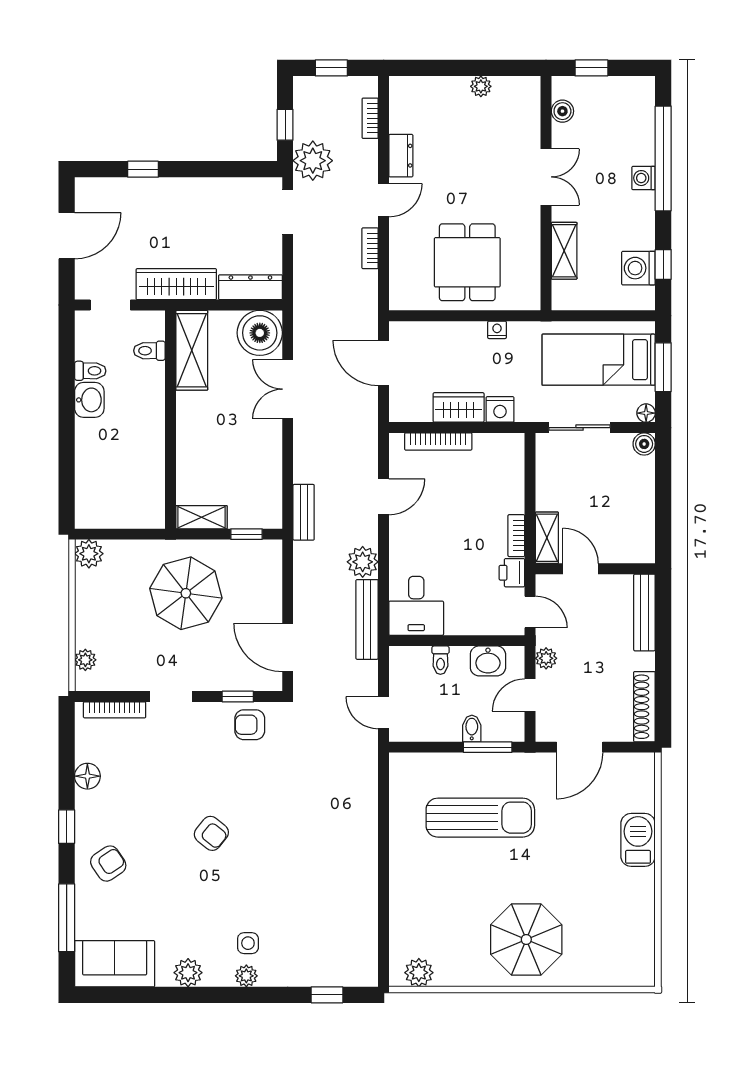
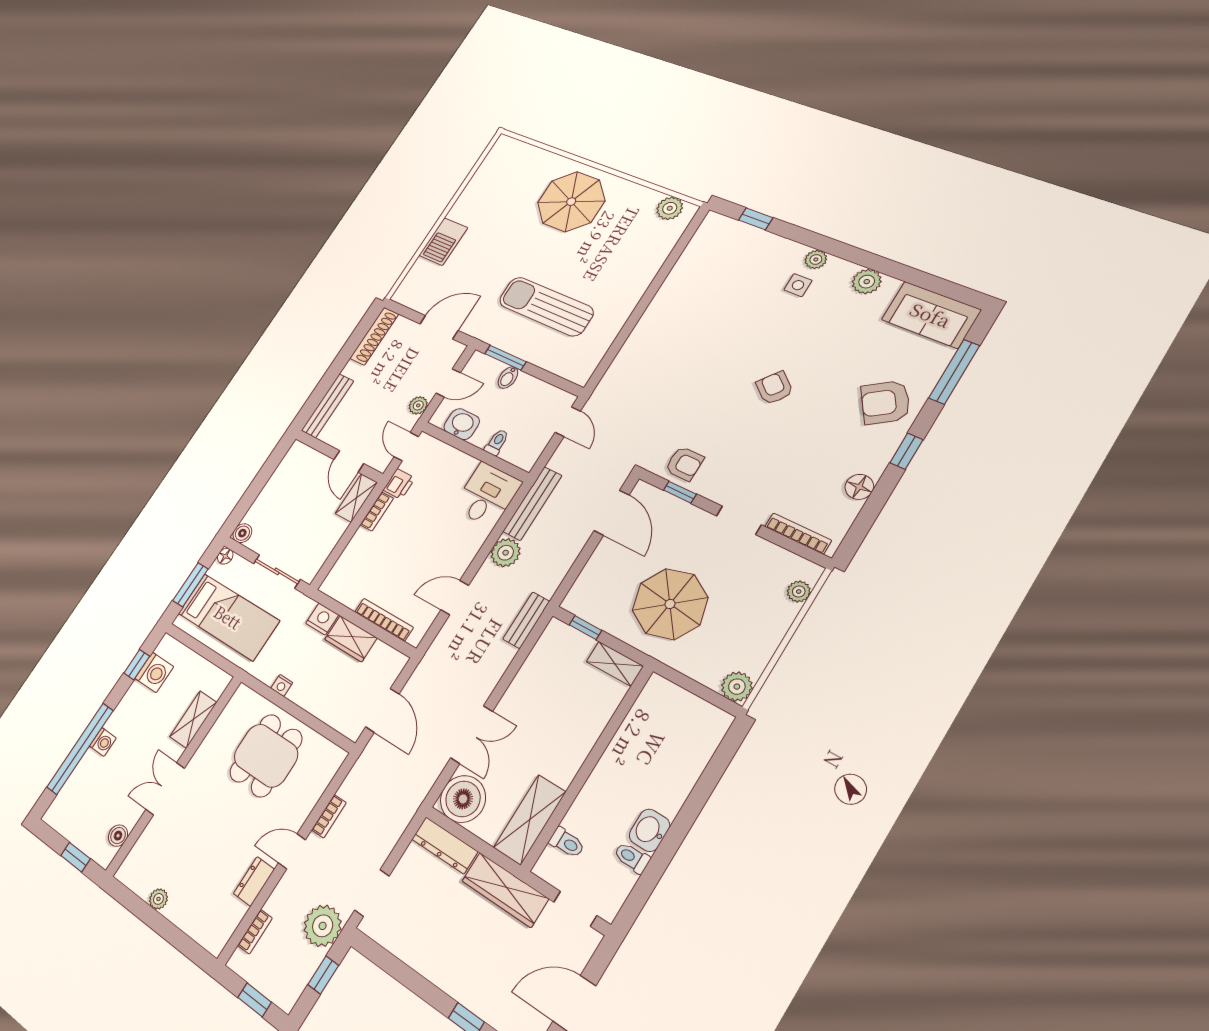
armchair: (108, 864) -> (885, 402), width x1.38, depth x1.38

